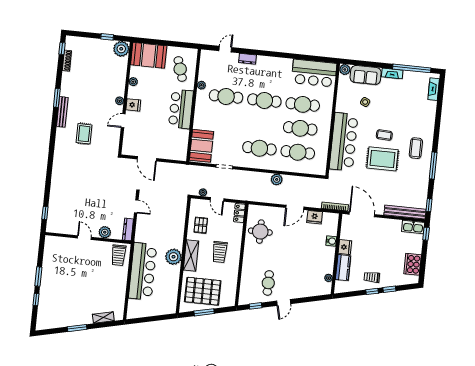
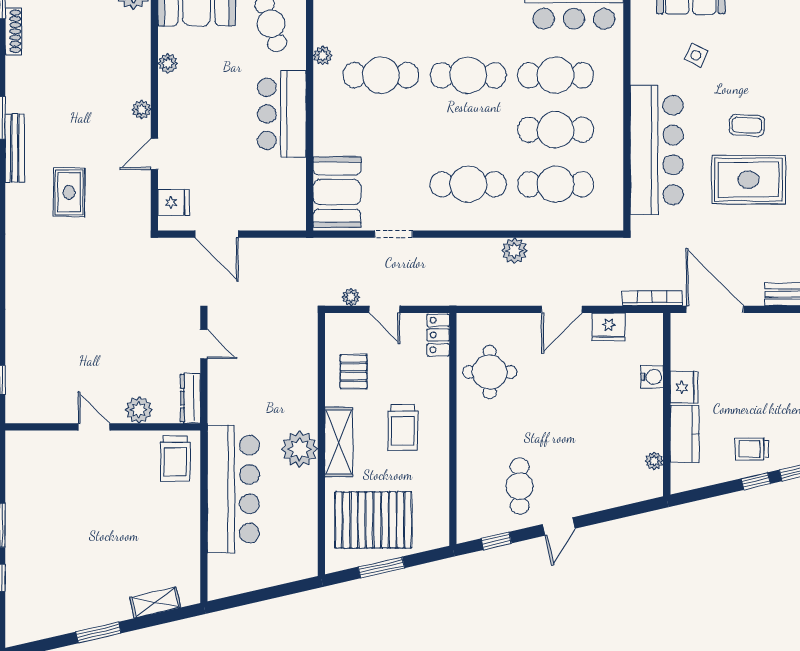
fridge: (133, 105) -> (174, 203), moved

